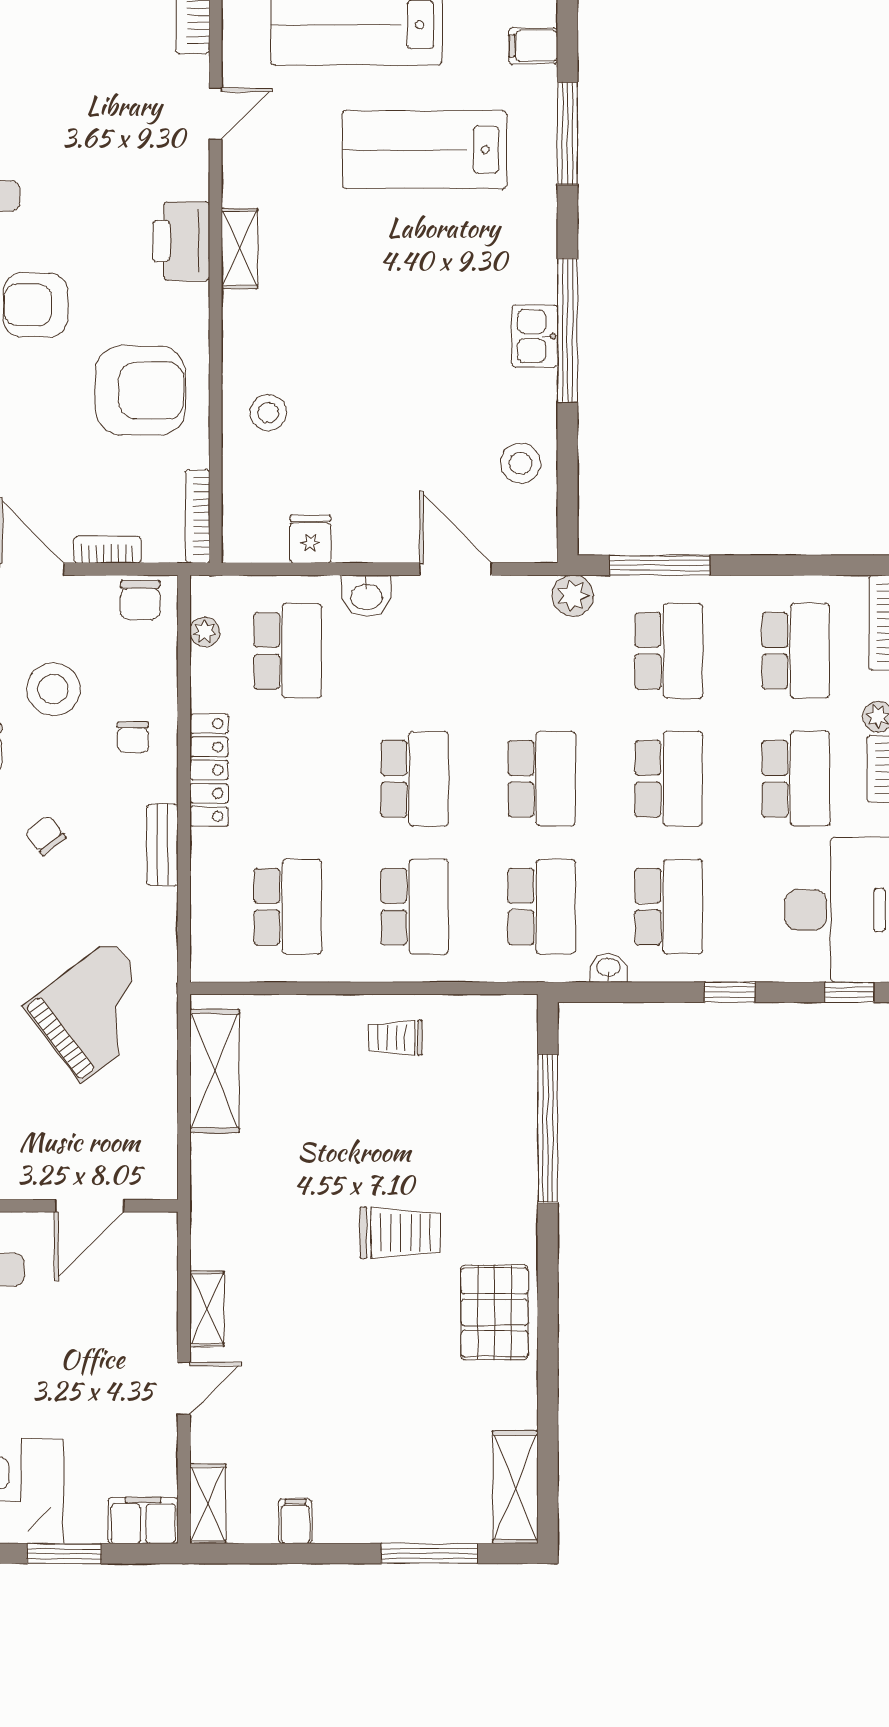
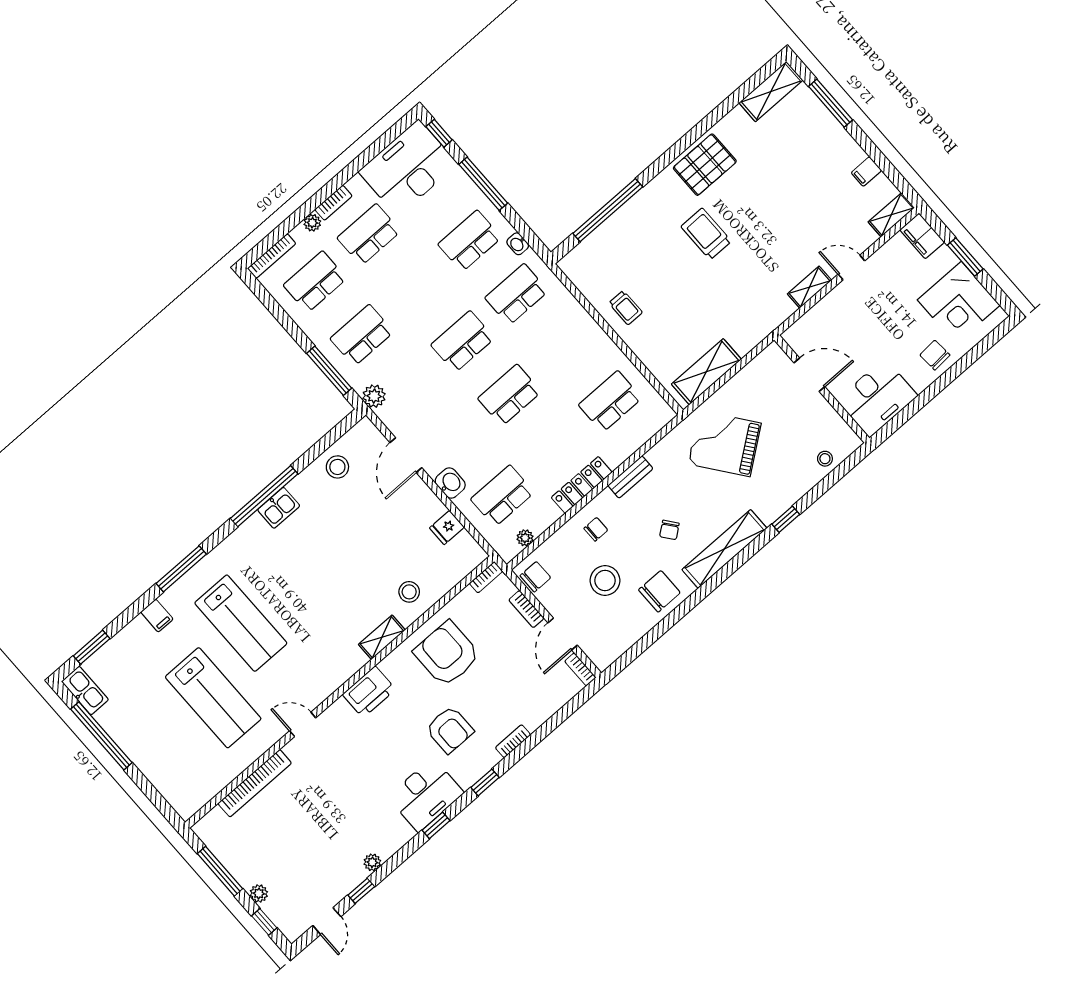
shelving: (240, 249) -> (382, 637), moved
bookcase: (198, 516) -> (486, 577), width x0.64
school desk: (669, 779) -> (416, 288), removed
school desk: (415, 907) -> (563, 348), removed
window: (730, 992) -> (483, 184), width x2.17

